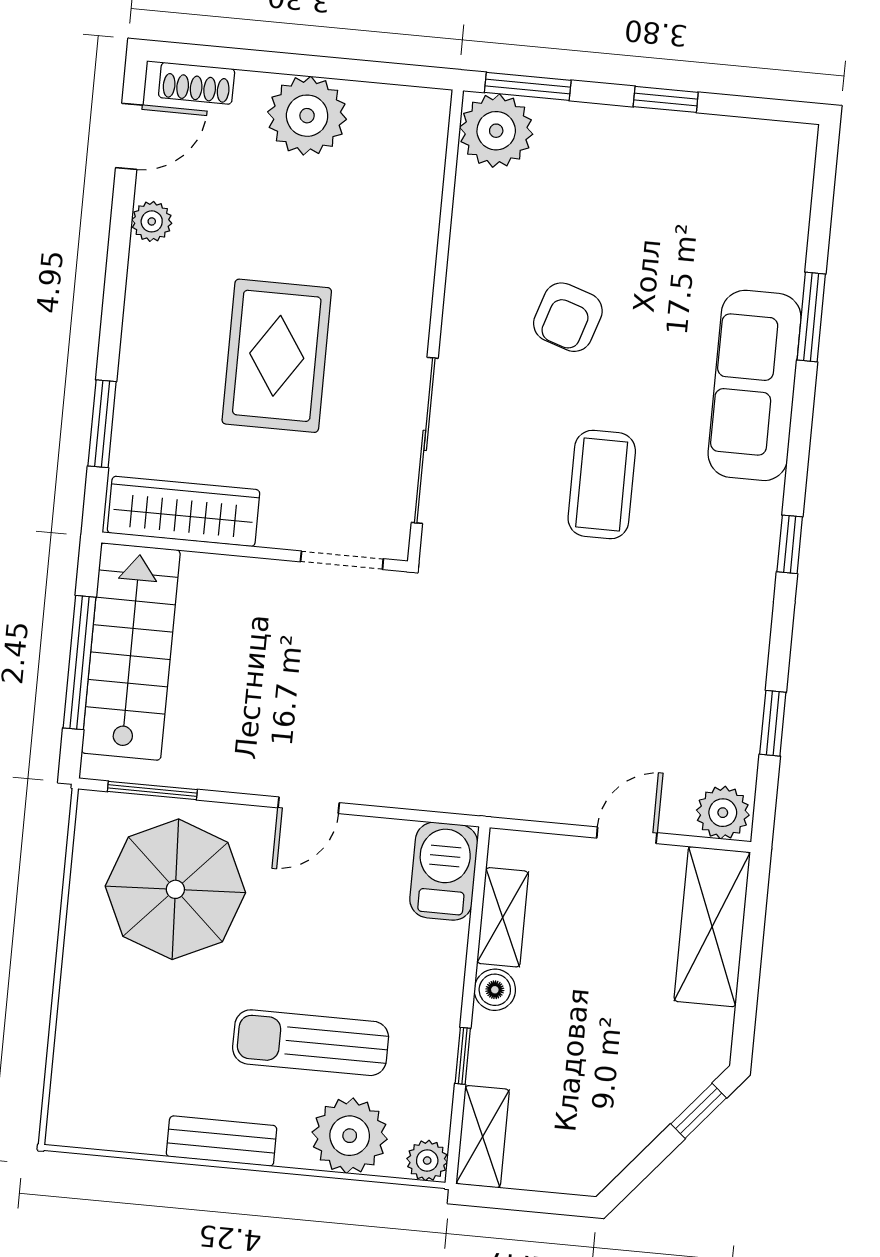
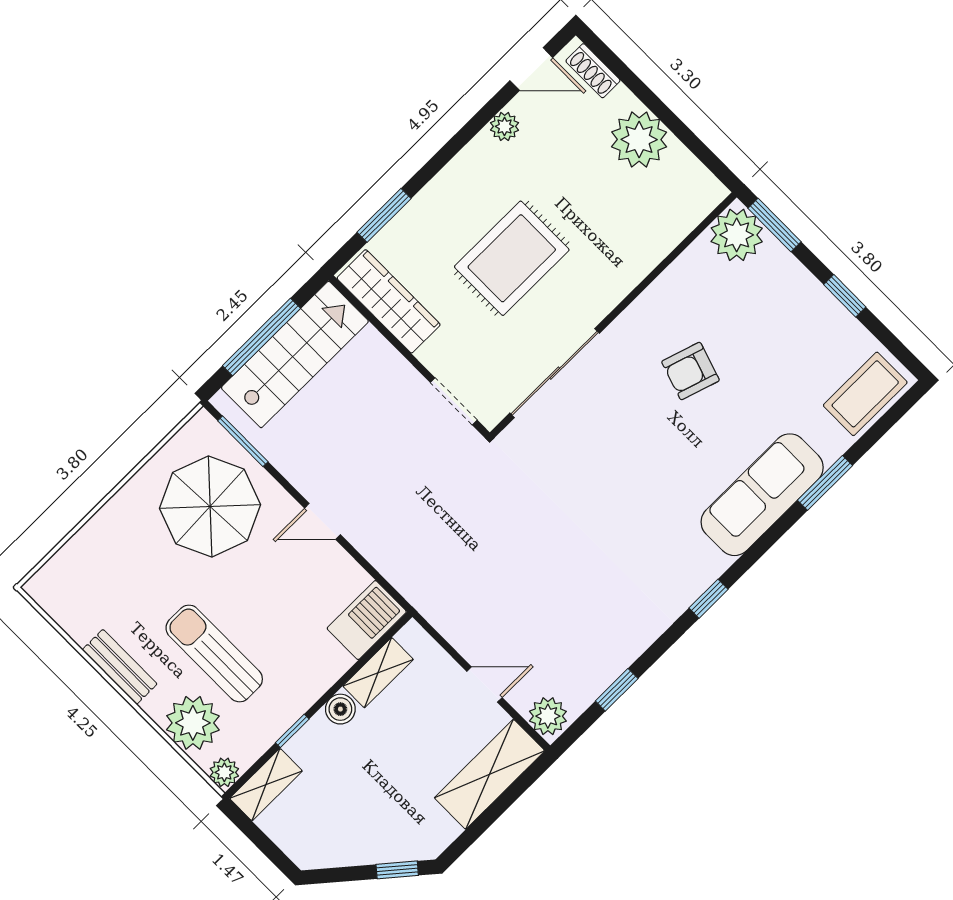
coffee table: (602, 484) -> (865, 394), moved

